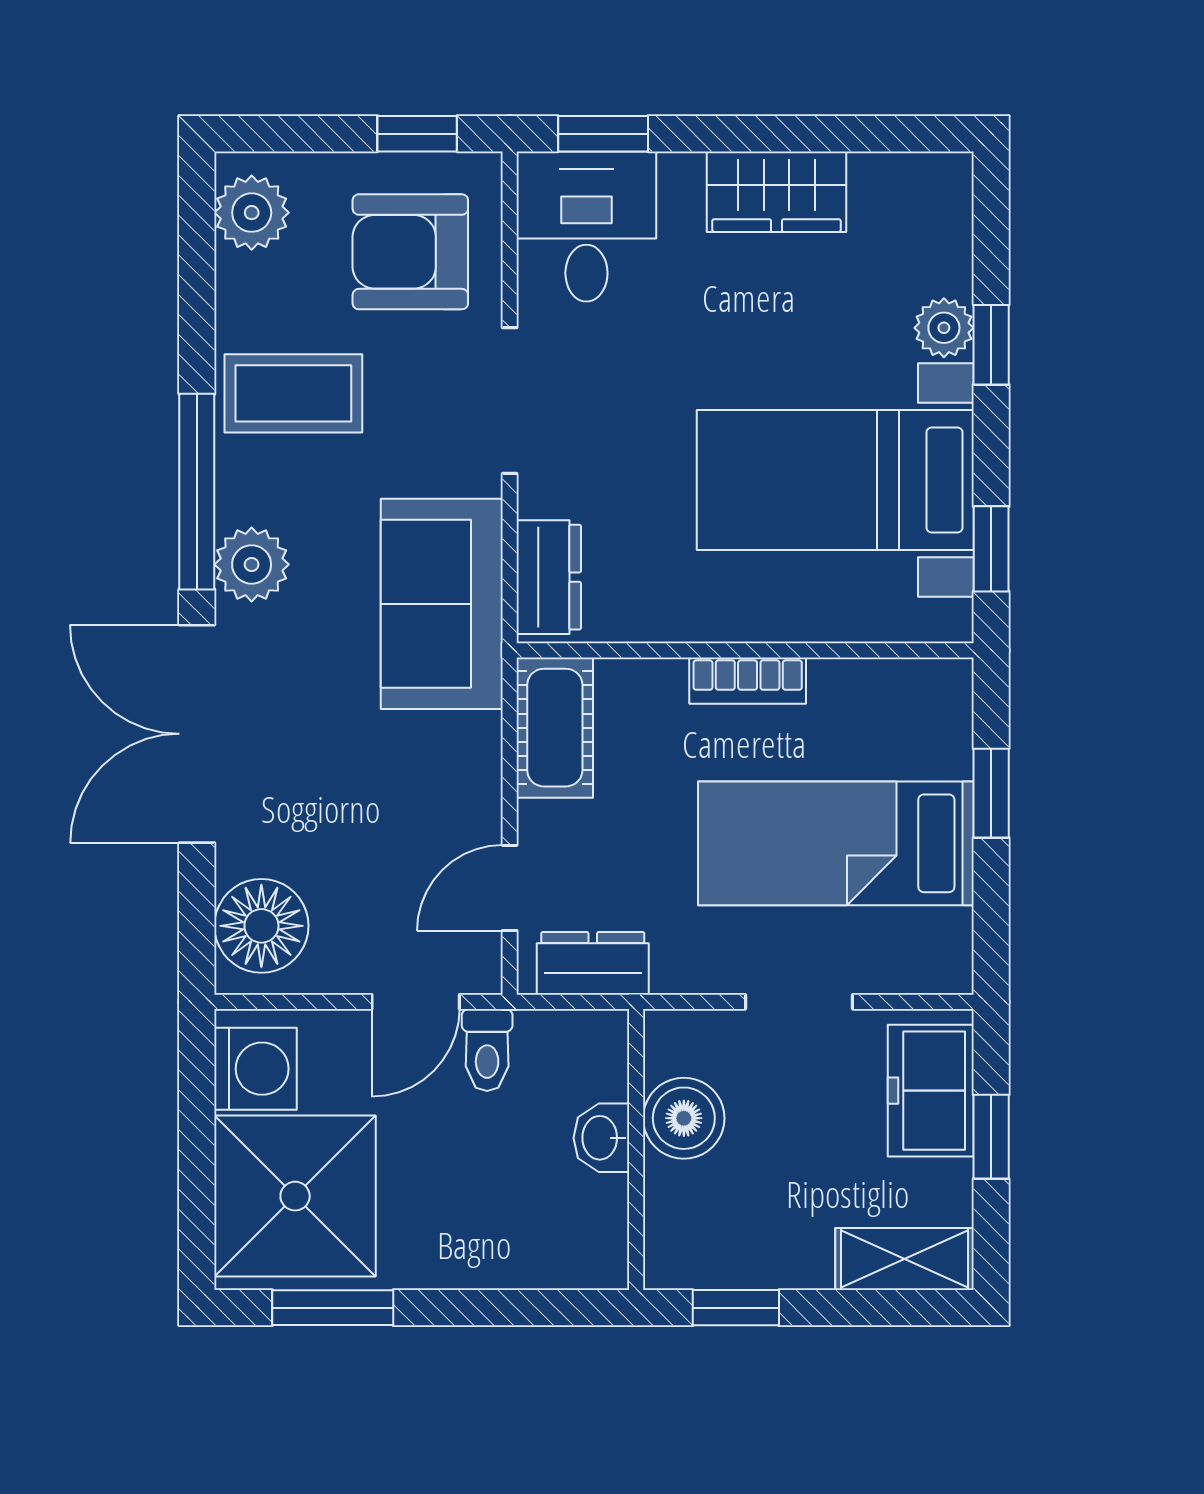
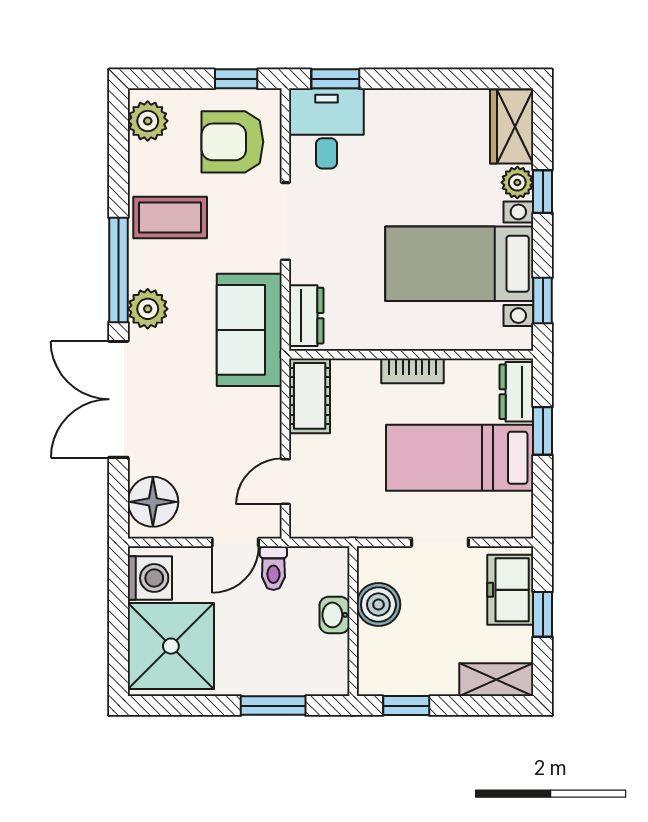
wardrobe: (776, 192) -> (512, 126), moved, turned 90
dresser: (593, 963) -> (516, 392), moved, turned -90
window: (333, 1308) -> (273, 706), moved

